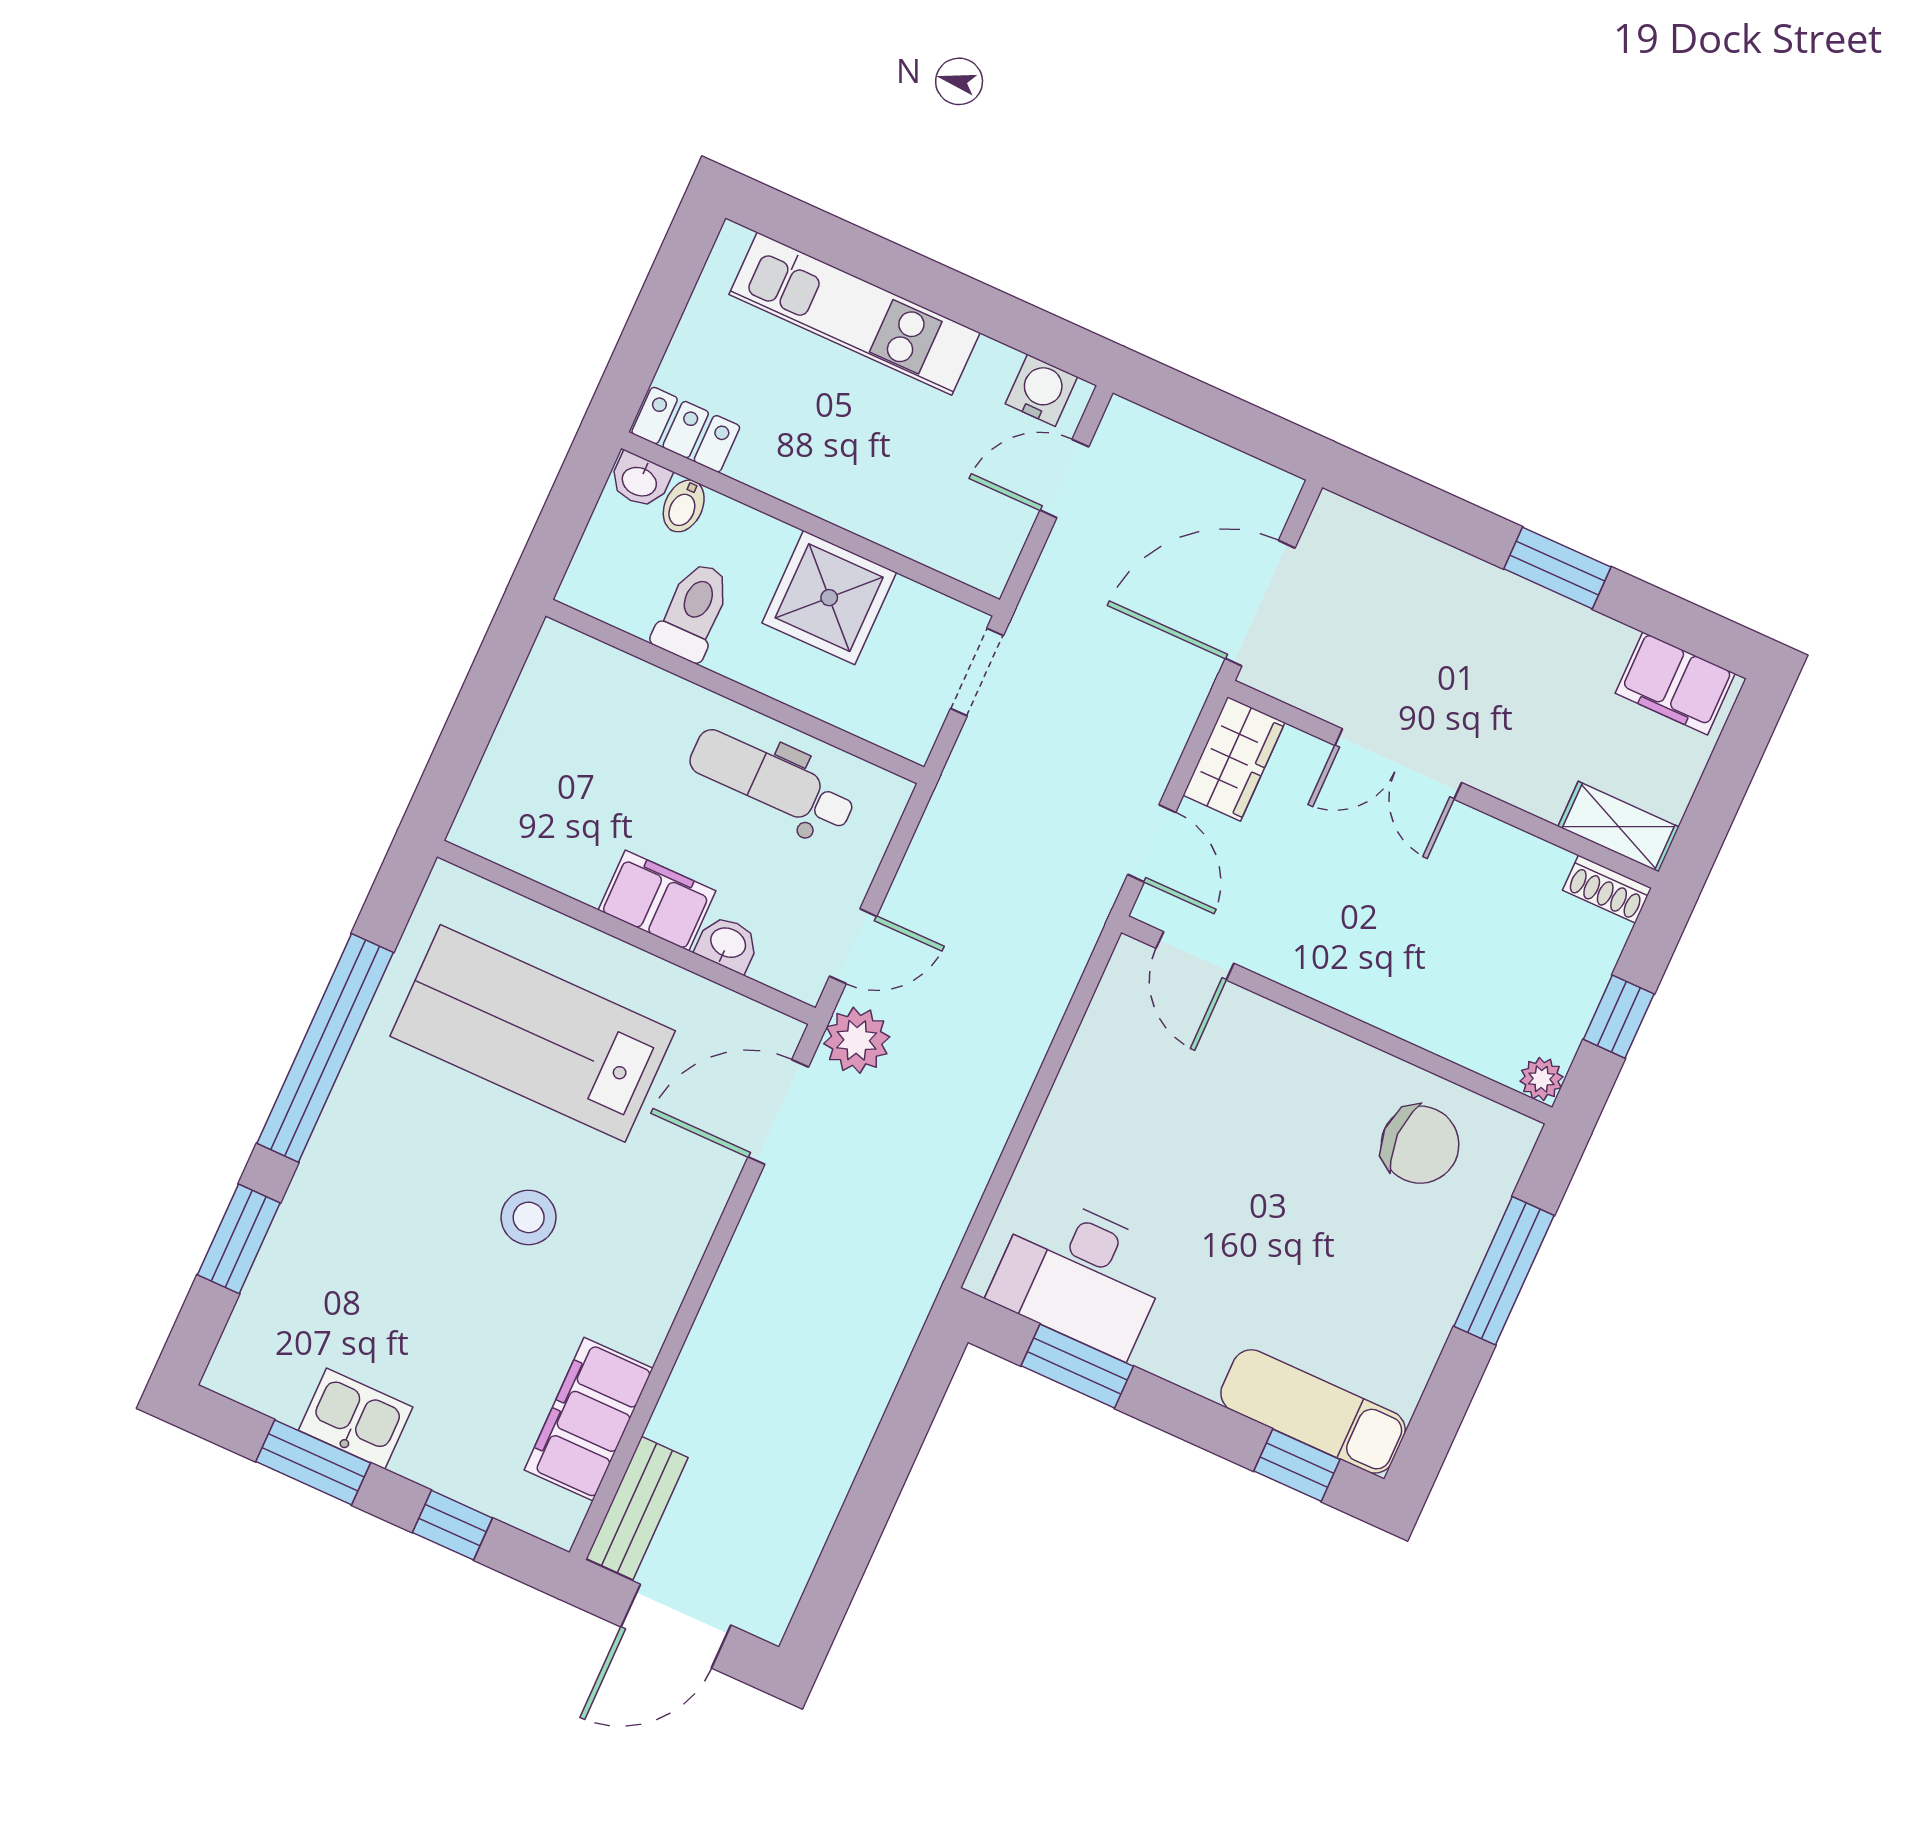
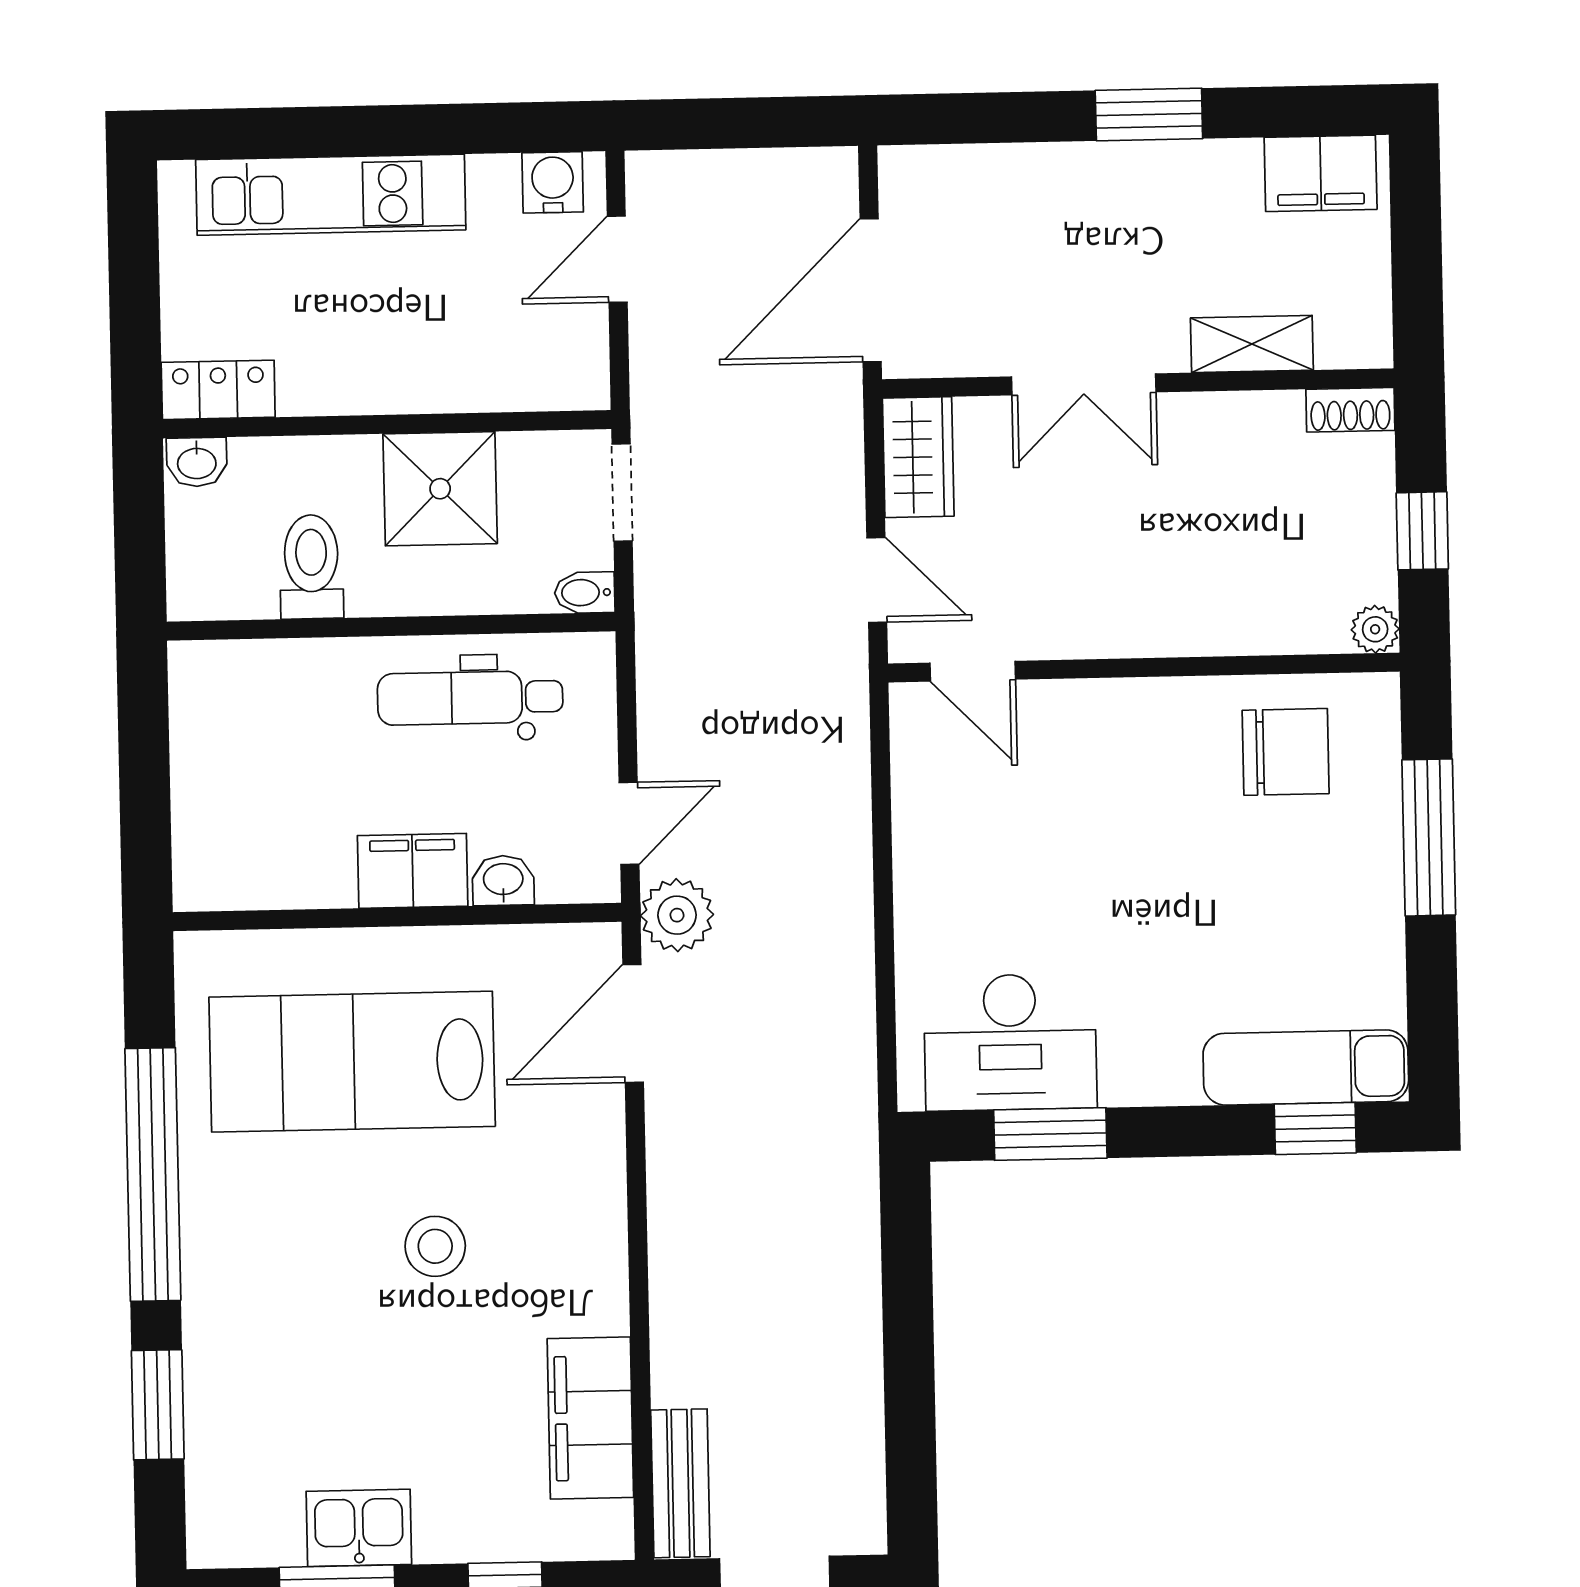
bidet: (684, 506) -> (585, 593), moved, turned 90
shelving: (1619, 827) -> (1252, 344), moved

